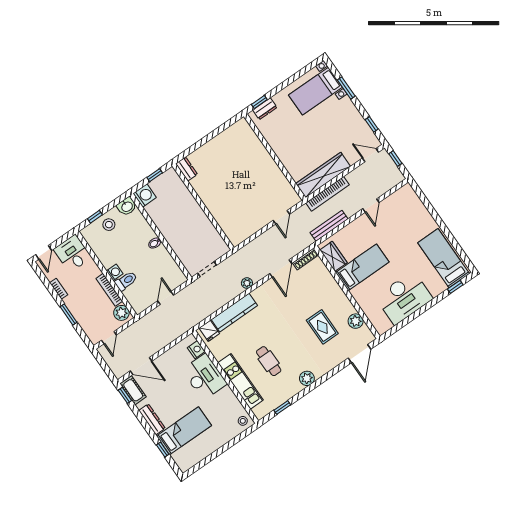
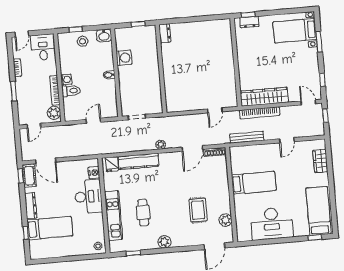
washing machine: (145, 195) -> (124, 58), moved
wardrobe: (333, 256) -> (320, 161), moved, turned 180

